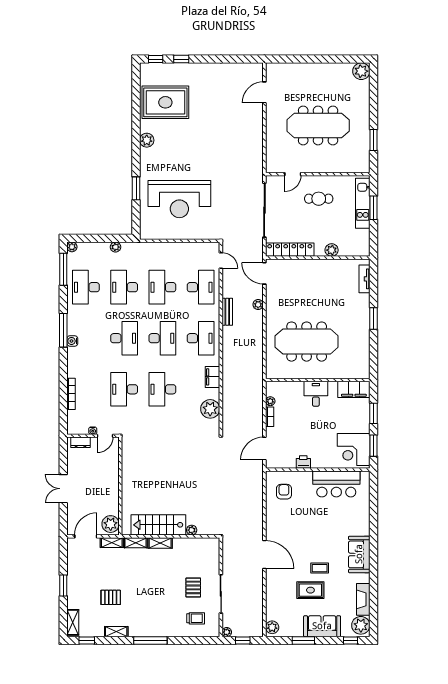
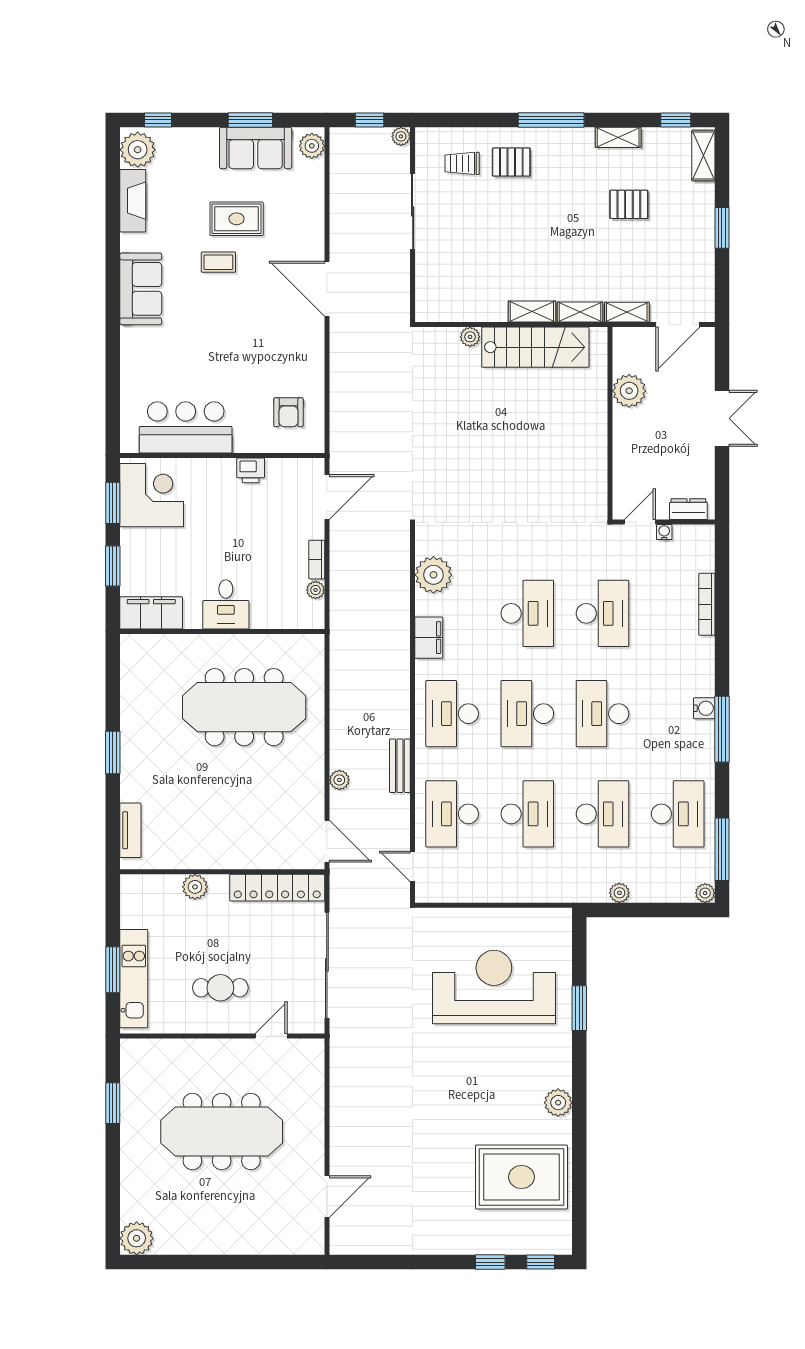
plant: (111, 524) -> (629, 391), moved
pallet: (193, 587) -> (511, 162), moved, turned 90
sofa: (322, 626) -> (256, 148), moved

